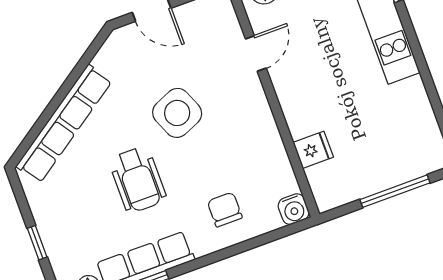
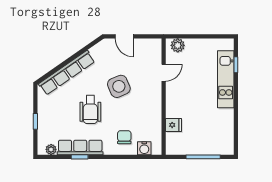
water cooler: (294, 209) -> (144, 148), moved

